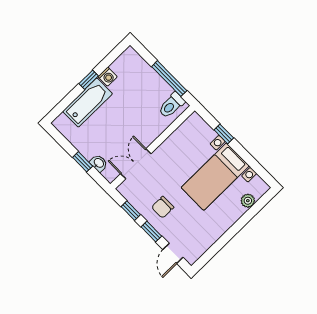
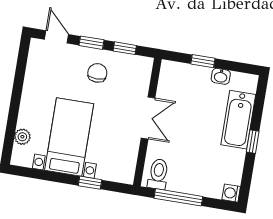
washing machine: (108, 77) -> (231, 193), moved
washbasin: (99, 163) -> (221, 76), moved
double door: (136, 164) -> (148, 118), moved

